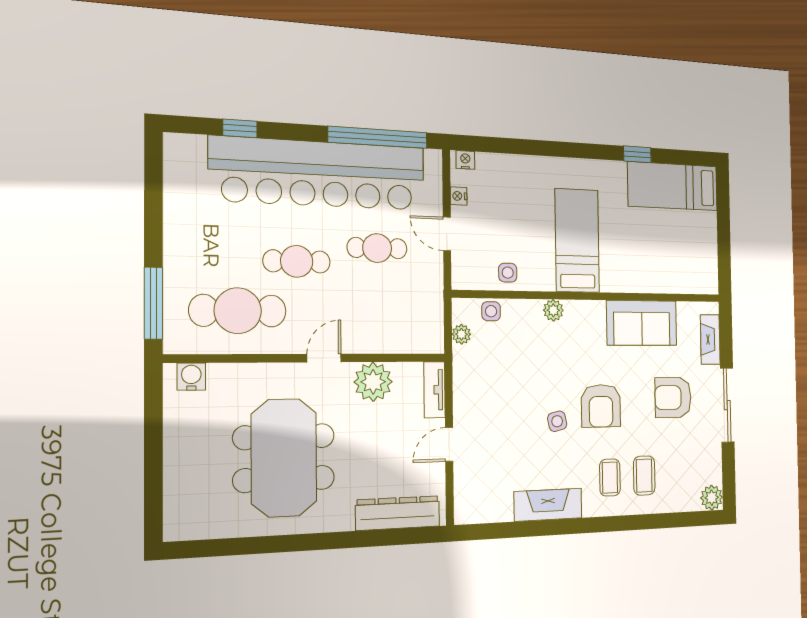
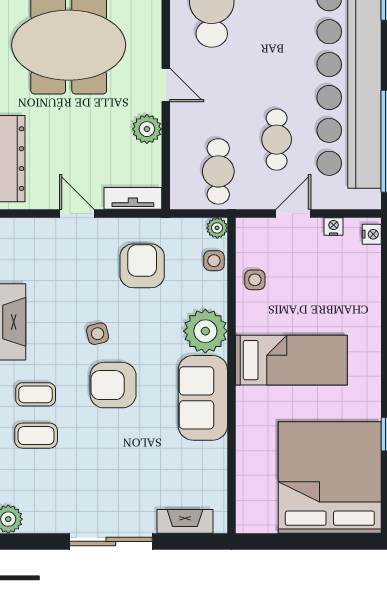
bed: (673, 186) -> (330, 477), width x2.04
cafe table: (297, 261) -> (218, 171), moved
plant: (553, 310) -> (205, 331), width x1.88, depth x1.88
sofa: (642, 323) -> (203, 398), moved
plant: (461, 334) -> (217, 228), moved
plant: (373, 382) -> (147, 129), width x0.73, depth x0.73
armchair: (673, 397) -> (142, 266), moved

